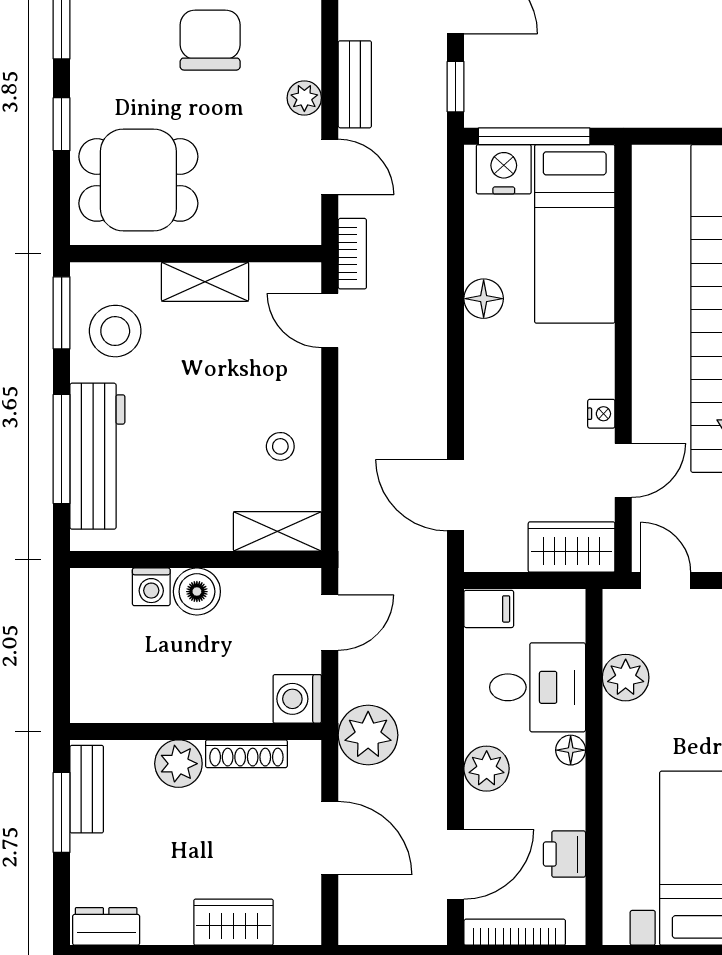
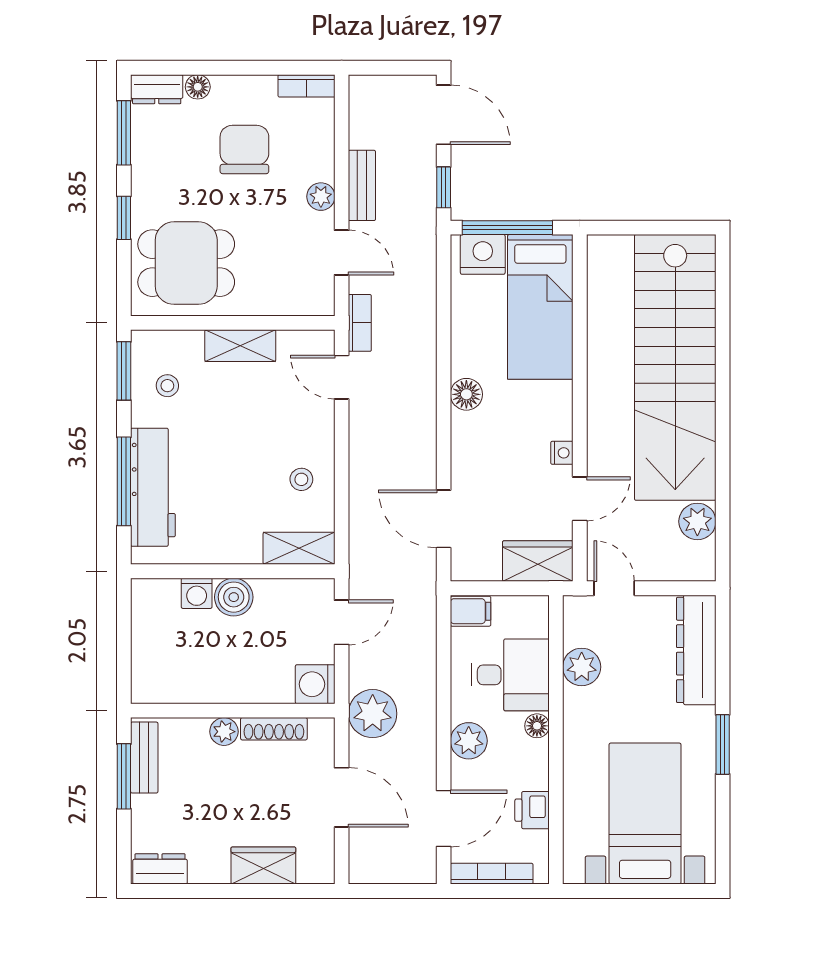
floor lamp: (484, 299) -> (466, 394), moved
stool: (115, 331) -> (167, 386), width x0.53, depth x0.53
plant: (178, 764) -> (224, 732), width x0.73, depth x0.73

